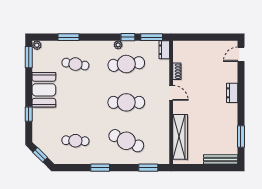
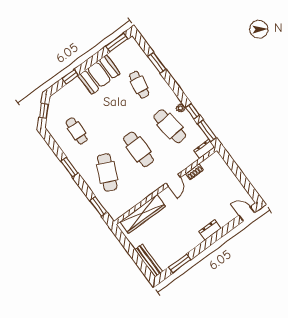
plant: (37, 45) -> (131, 42), removed

